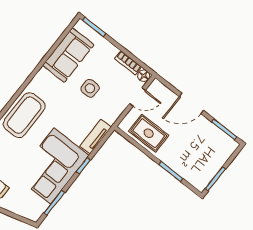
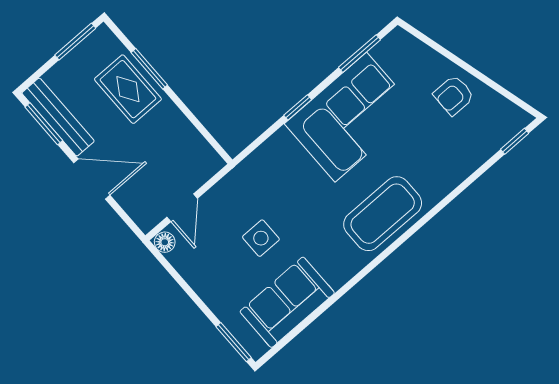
bookcase: (128, 63) -> (187, 270), removed
door: (137, 97) -> (182, 208), swing flipped
rug: (149, 133) -> (128, 89), moved
bench: (217, 135) -> (58, 117), added
tv unit: (96, 137) -> (267, 153), removed

